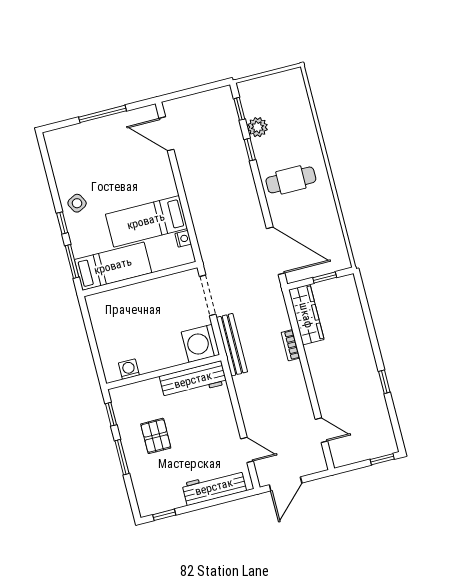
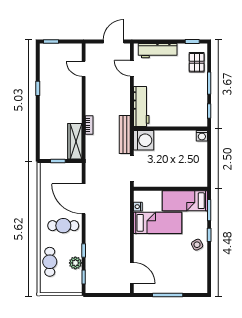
cafe table: (298, 119) -> (50, 262), added
door: (276, 251) -> (84, 199), moved
washing machine: (129, 369) -> (202, 136), moved
workbench: (193, 380) -> (141, 107), moved, turned 90
pallet: (156, 436) -> (197, 62), moved

